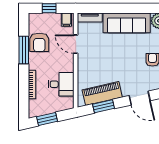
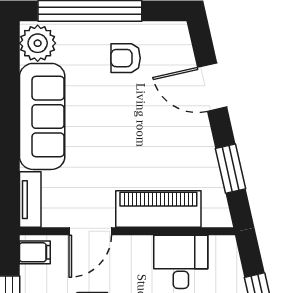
piano: (102, 93) -> (158, 209), moved, turned 103
door: (140, 98) -> (212, 87), swing flipped

